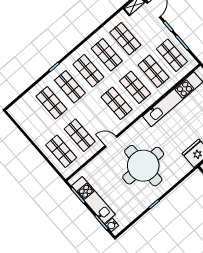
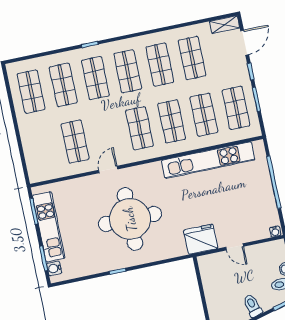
door: (111, 142) -> (108, 170), hinge flipped
shop shelf: (61, 151) -> (31, 92), moved

